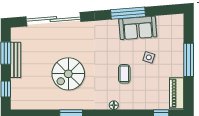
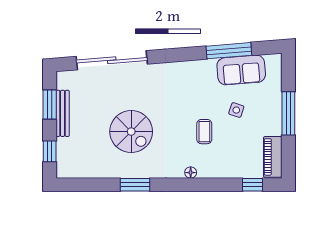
window: (128, 13) -> (229, 51), moved
sofa: (138, 28) -> (241, 70), moved
spiral stairs: (68, 74) -> (131, 132), turned -90

